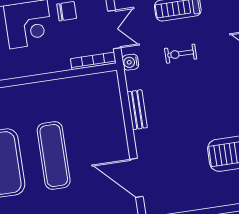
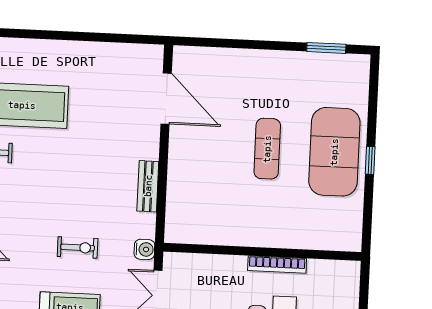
bookcase: (93, 61) -> (277, 264), moved
exercise mat: (54, 155) -> (267, 149), width x0.73, depth x0.69

